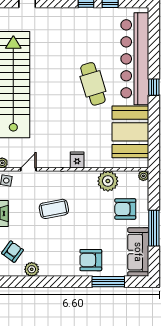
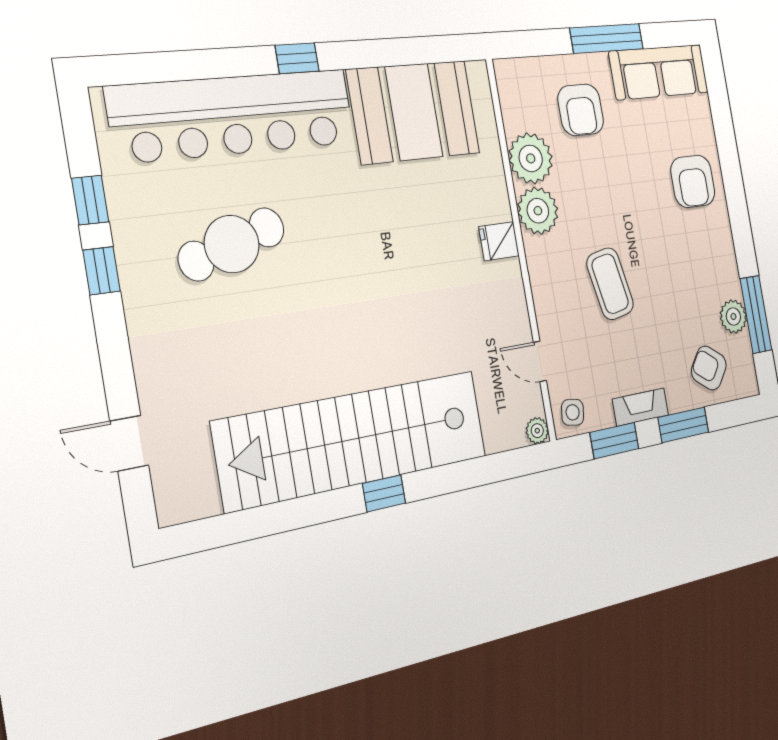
cafe table: (93, 84) -> (232, 244), moved
plant: (143, 176) -> (538, 211), moved, width x1.88, depth x1.88
window: (108, 282) -> (756, 314), moved

